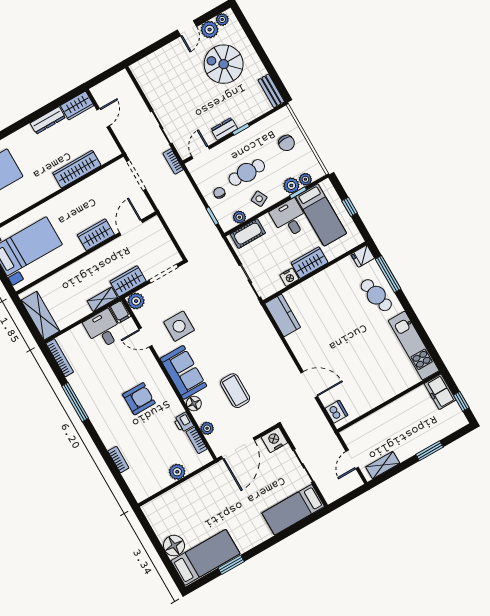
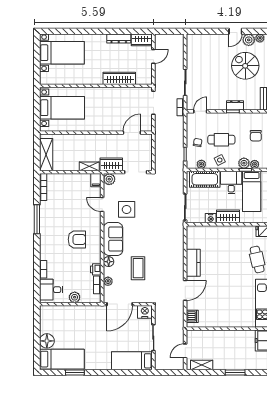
dresser: (224, 129) -> (235, 105), moved
cot: (248, 234) -> (205, 179), width x1.37, depth x1.34
wardrobe: (96, 235) -> (108, 125), removed
kitchen counter: (283, 315) -> (193, 263), moved
desk: (103, 329) -> (51, 290), moved, turned -90
door: (309, 385) -> (185, 290), hinge flipped

